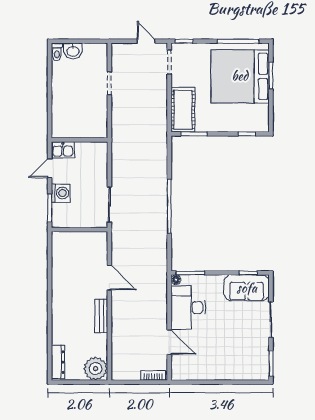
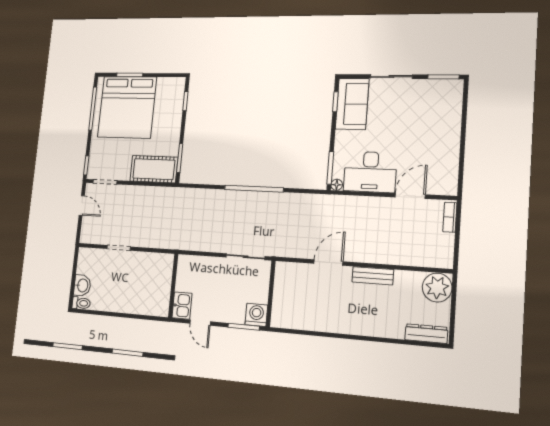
door: (146, 41) -> (82, 205), swing flipped
washing machine: (61, 193) -> (256, 315), moved

